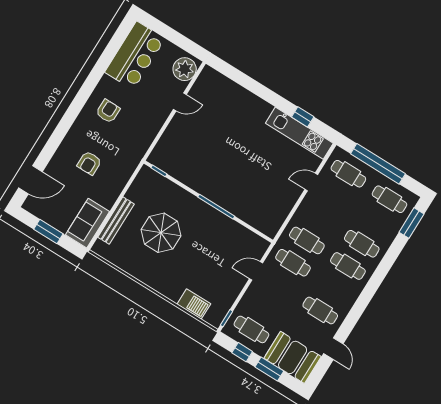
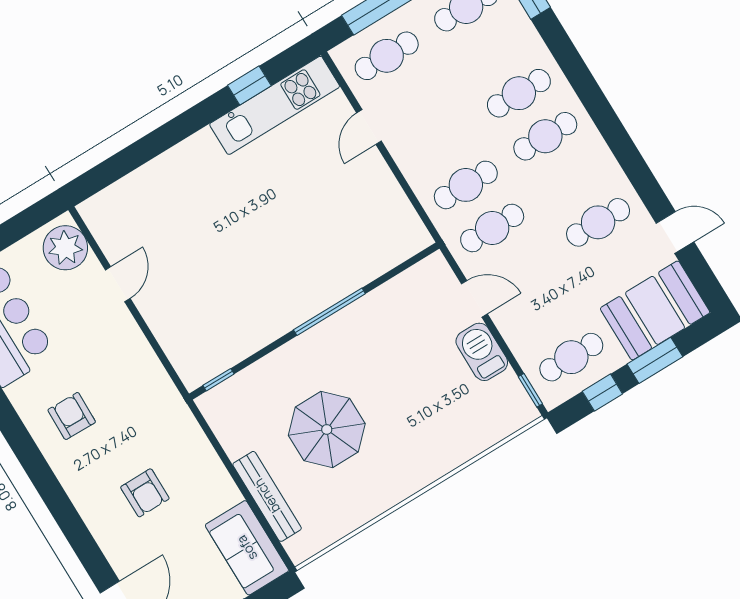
door: (256, 271) -> (474, 299), swing flipped
barbecue: (194, 304) -> (482, 352), moved, turned -90

